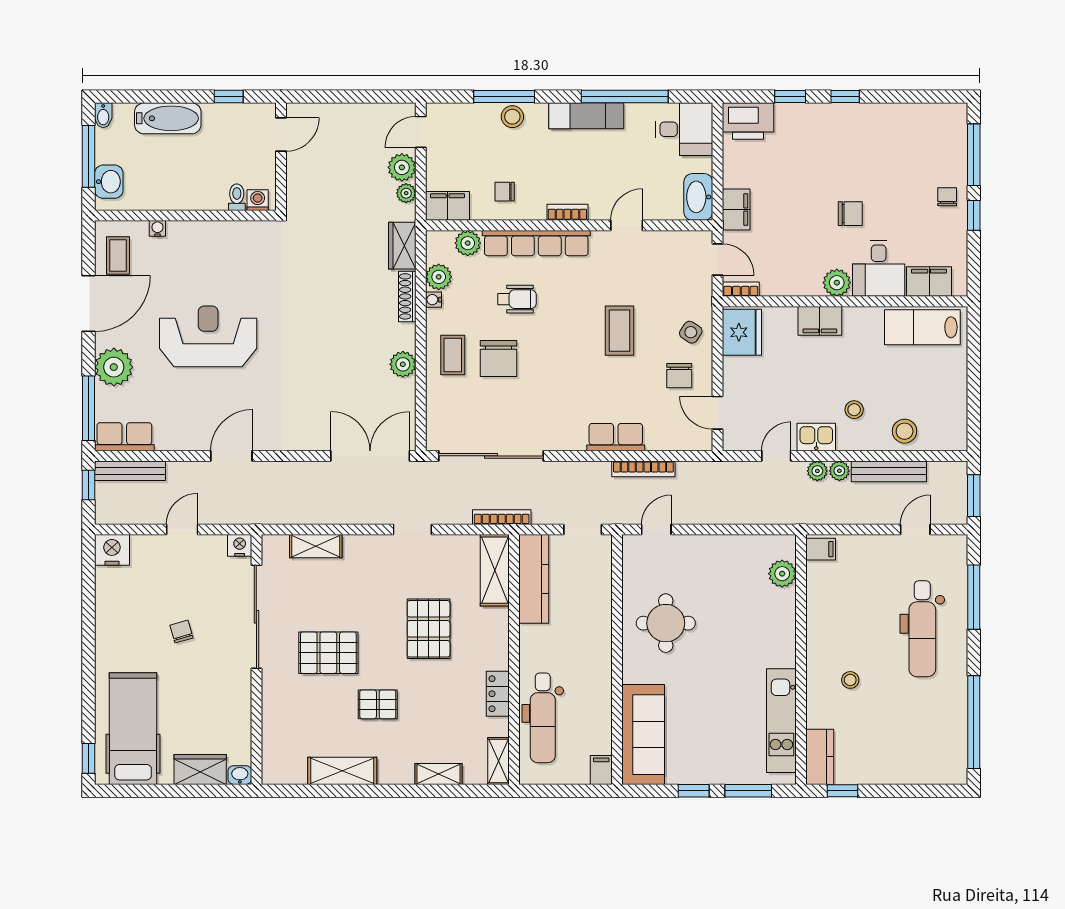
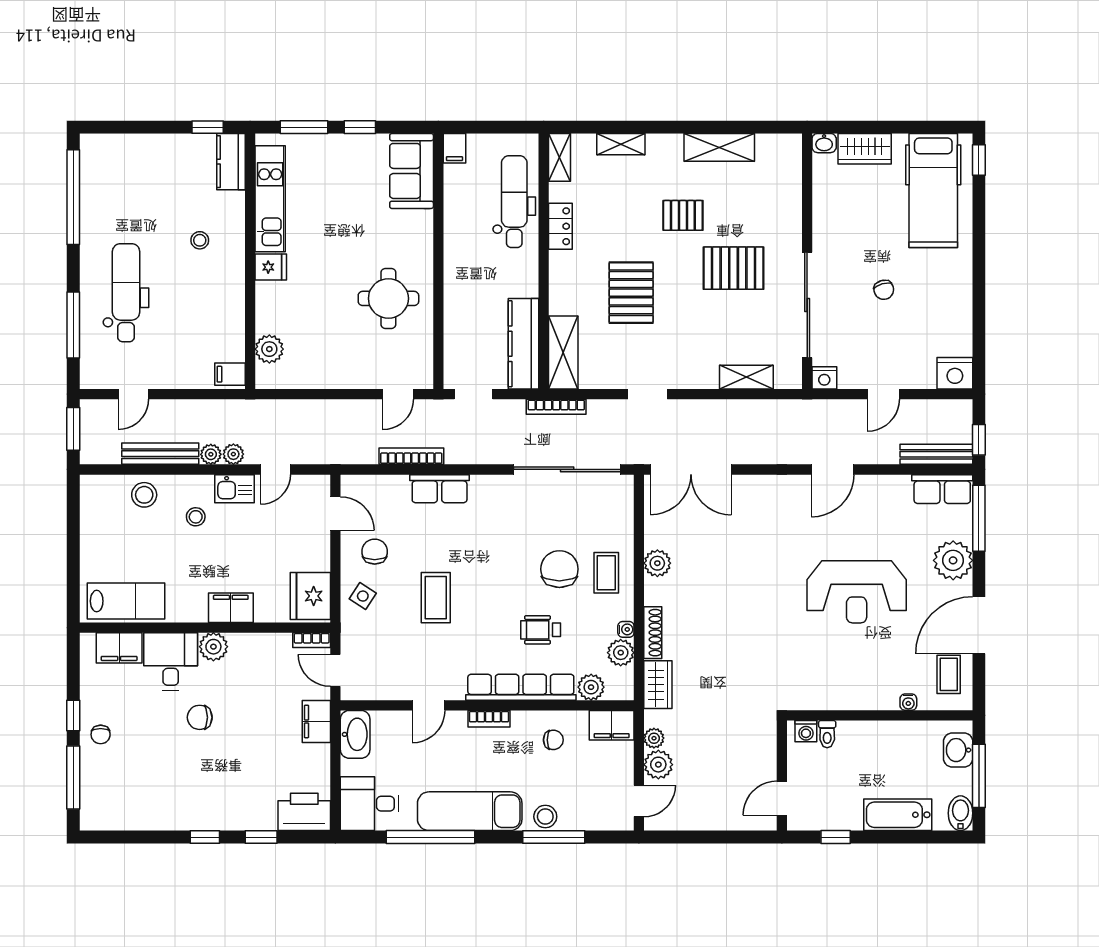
bidet: (103, 115) -> (960, 813), width x1.38, depth x1.36
exam couch: (586, 116) -> (470, 811), width x1.36, depth x1.45
fridge: (781, 654) -> (271, 267), added
sofa: (643, 735) -> (412, 171), width x0.73

